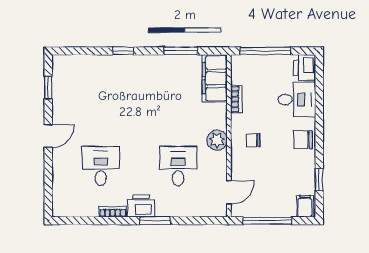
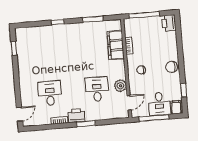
filing cabinet: (215, 78) -> (116, 45), moved
desk: (297, 100) -> (159, 104), moved, turned 90
door: (48, 136) -> (20, 114), moved
plant: (217, 140) -> (120, 86), moved

